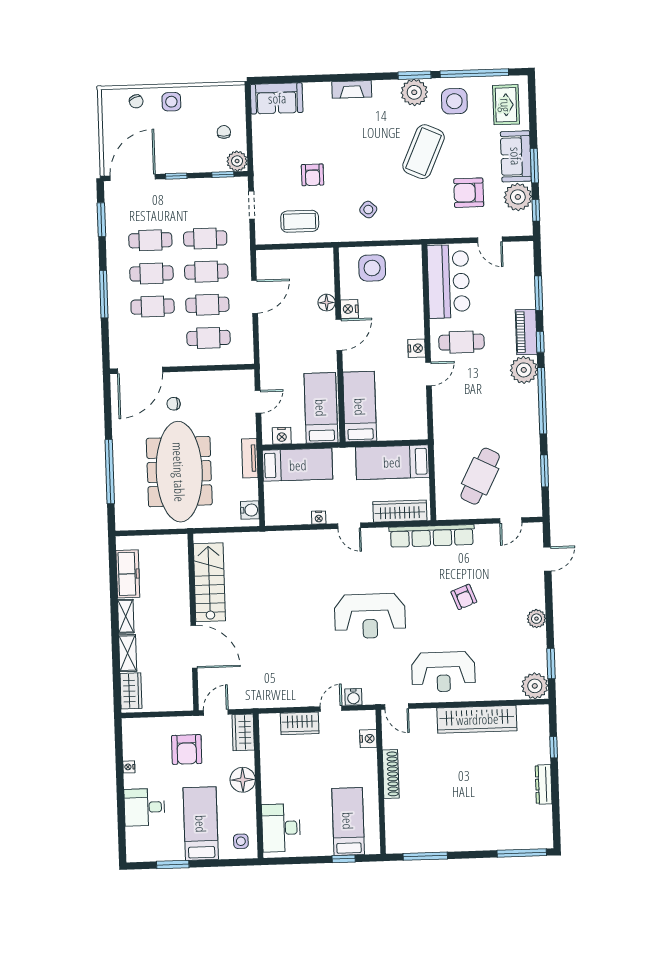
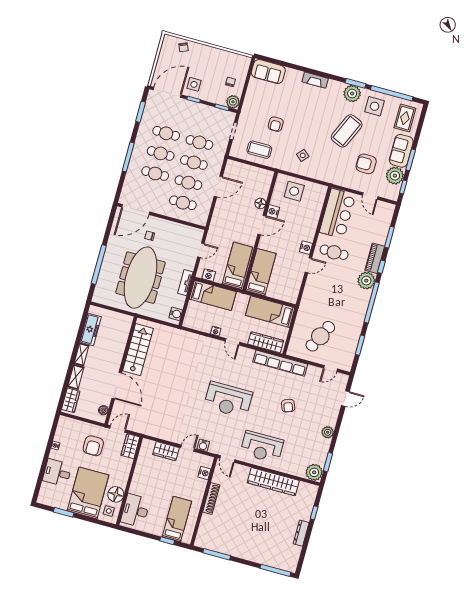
side table: (171, 102) -> (194, 84), moved
boiler: (185, 691) -> (103, 410), added
floor lamp: (243, 780) -> (116, 494), moved
bed: (201, 824) -> (88, 493), width x1.50

